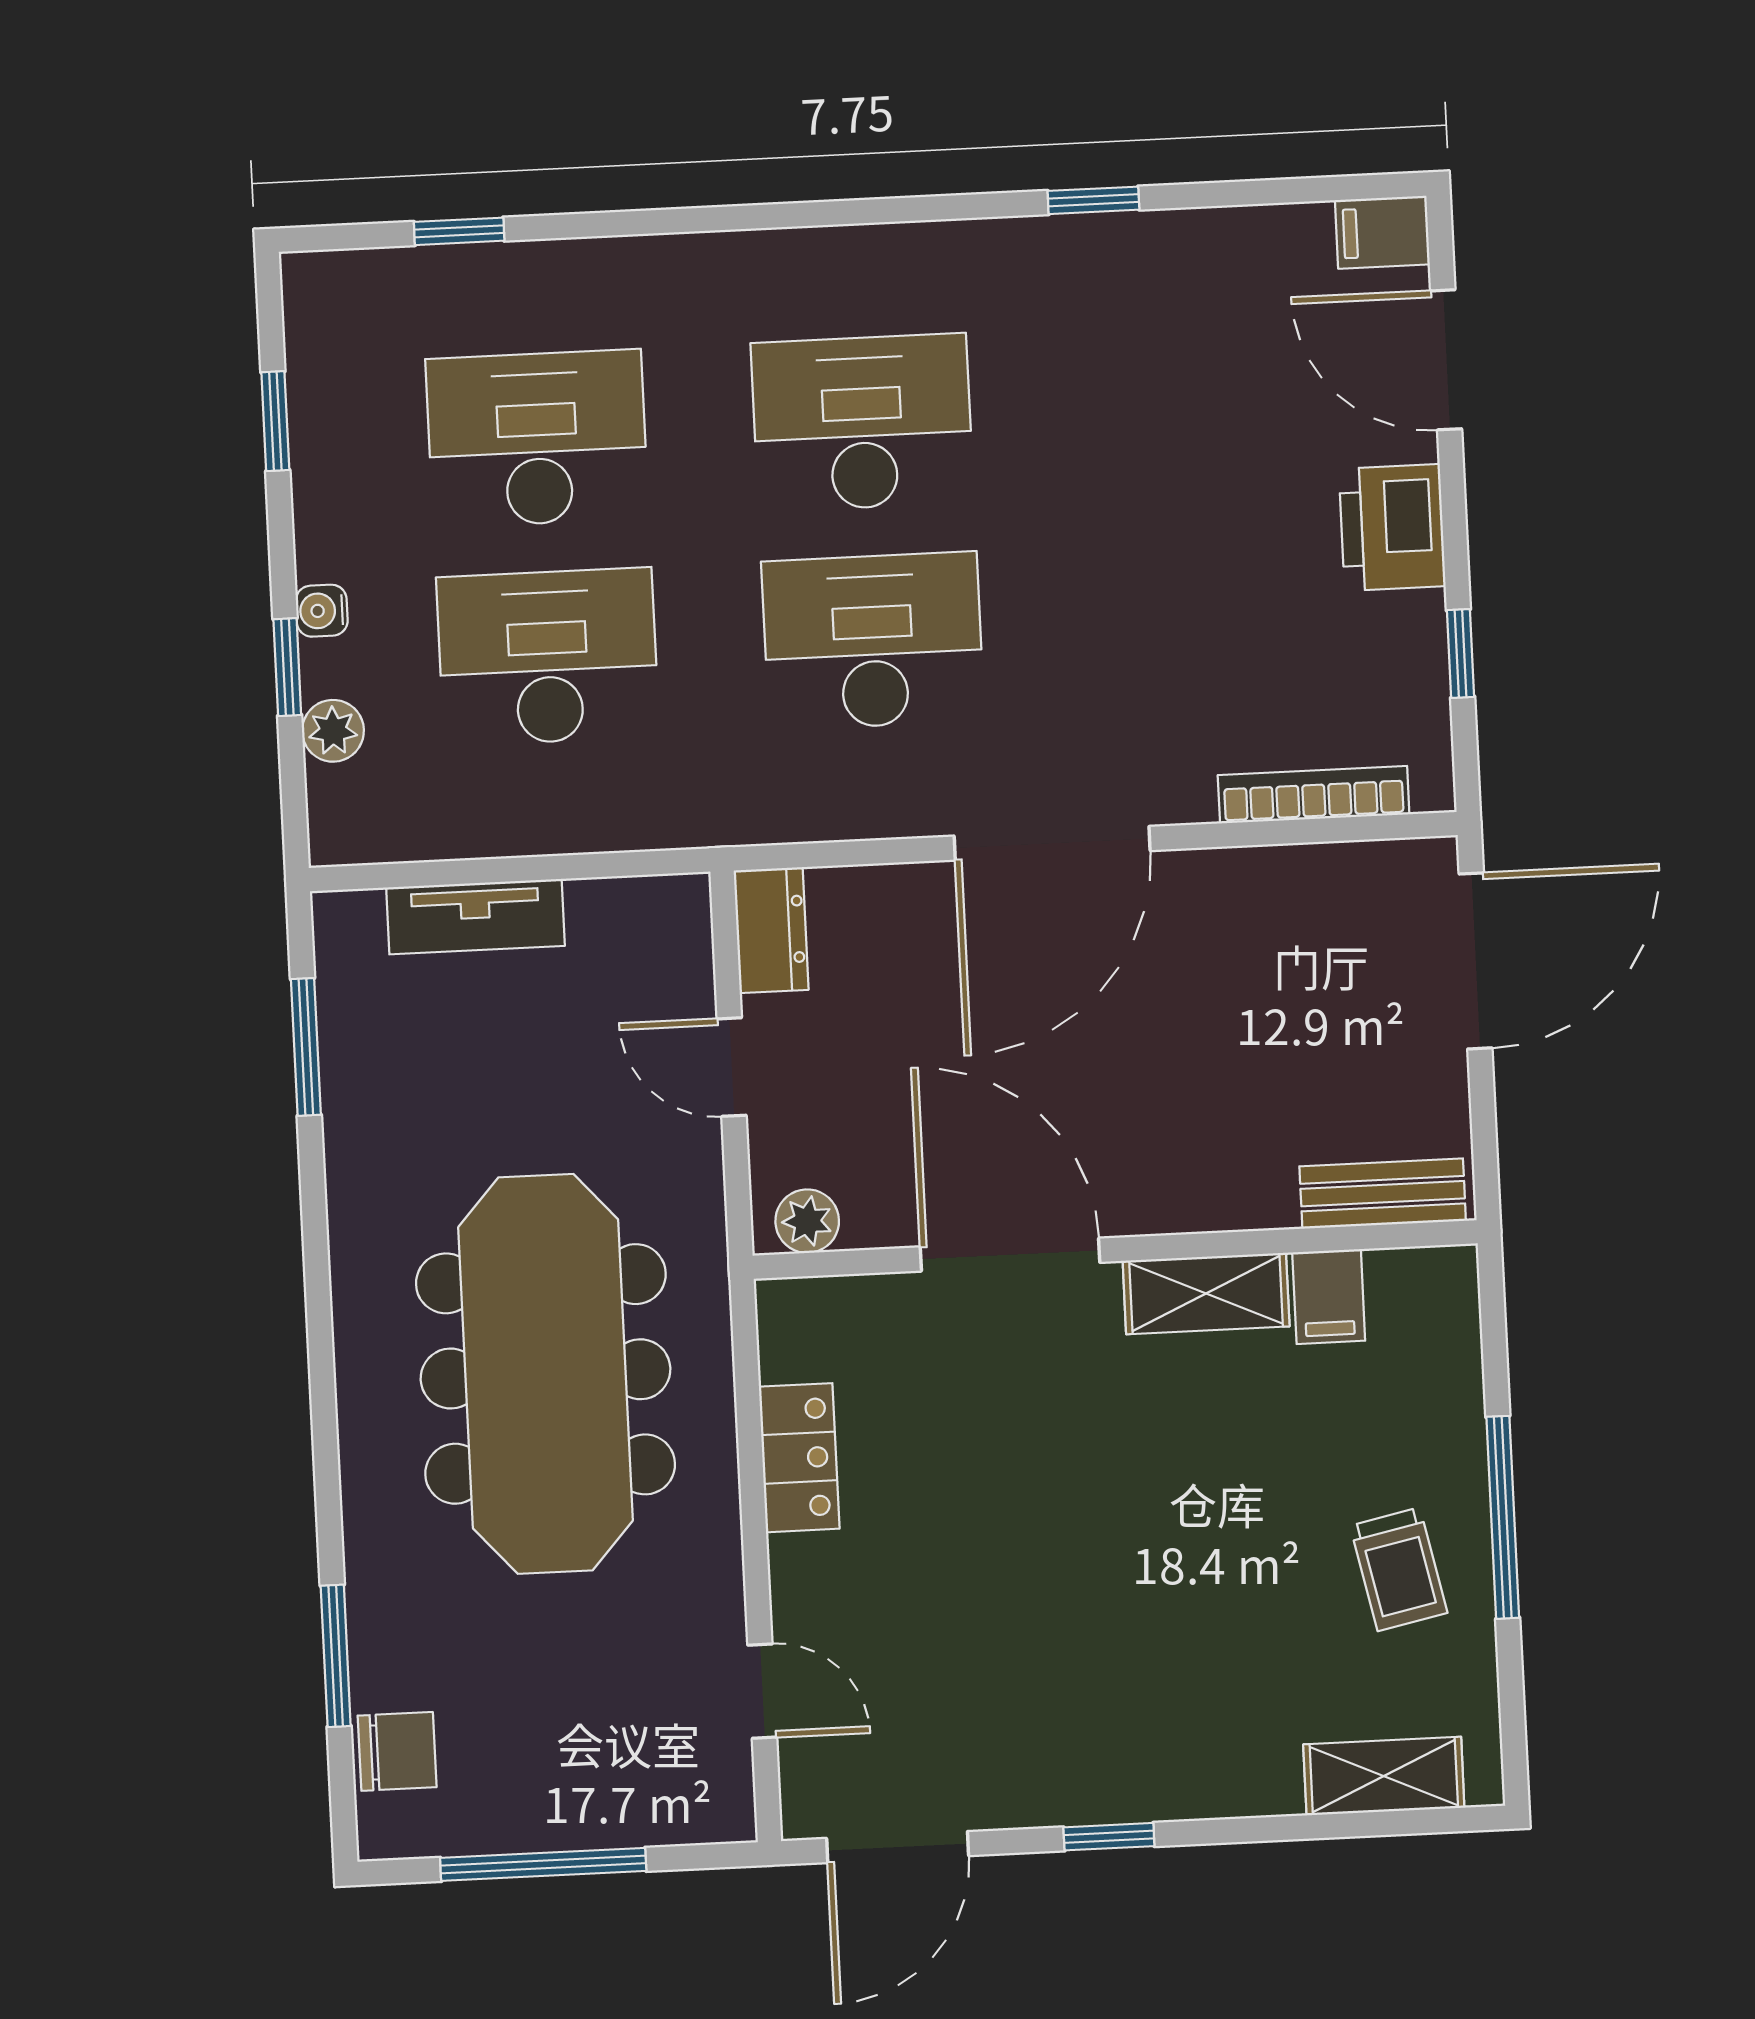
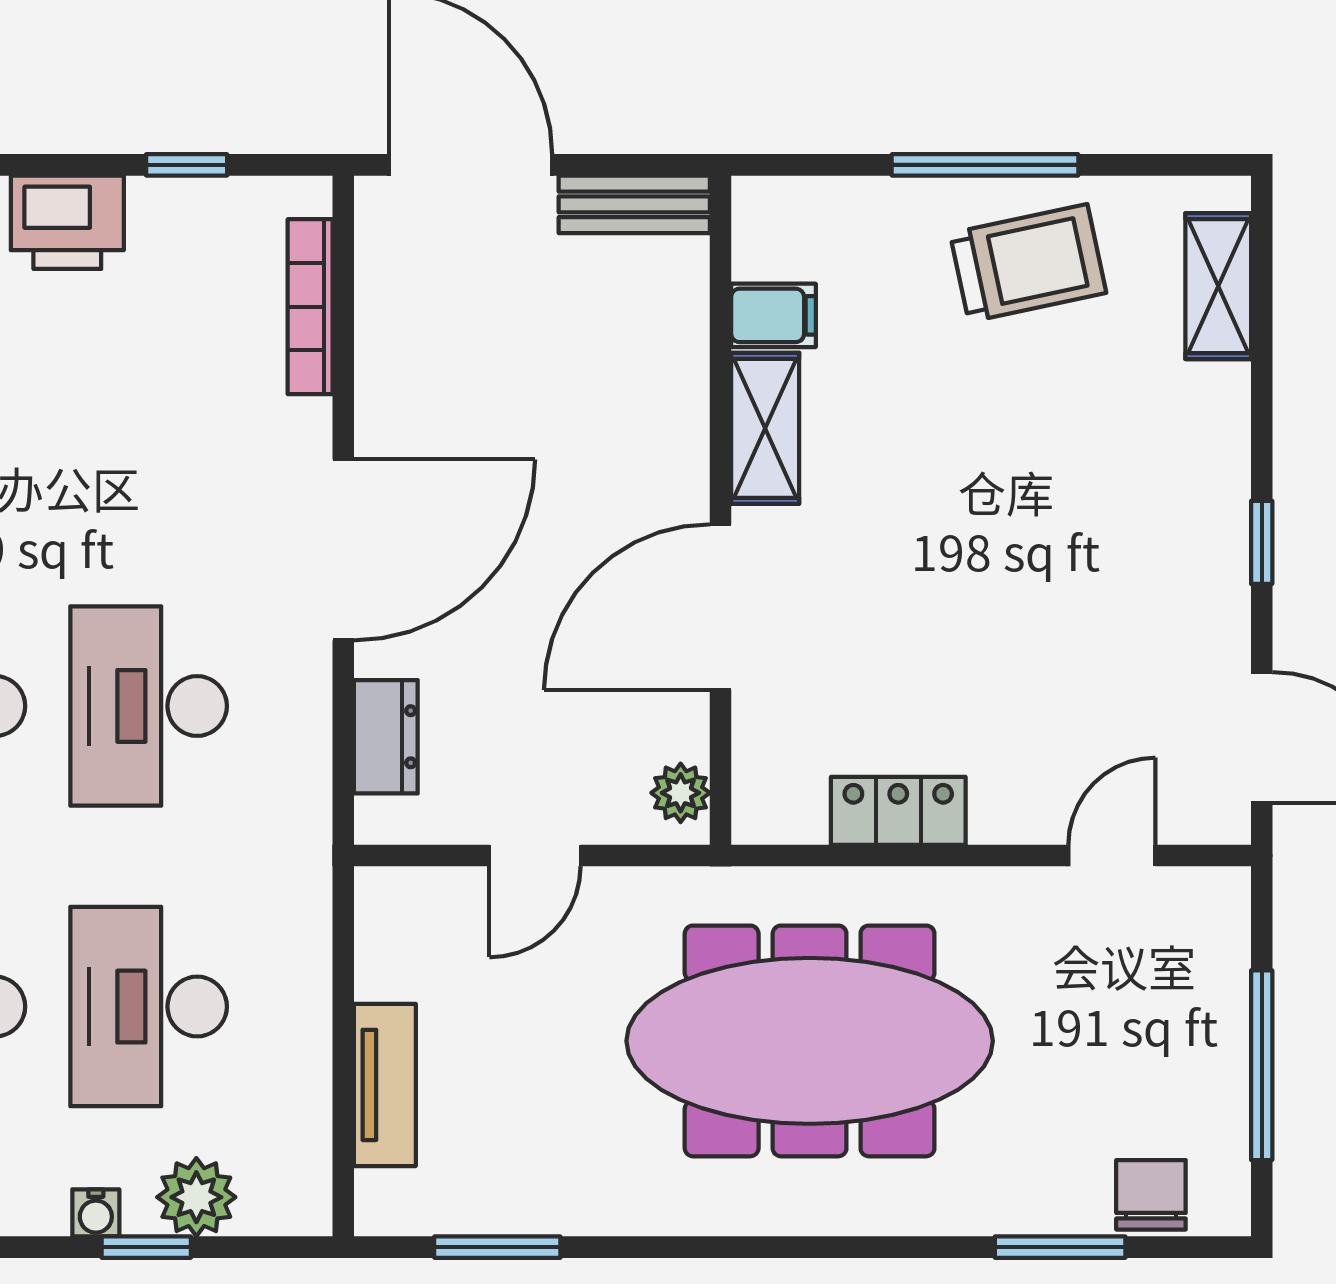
plant: (333, 731) -> (196, 1197), width x1.38, depth x1.38
door: (1052, 843) -> (343, 550), hinge flipped
dresser: (771, 930) -> (386, 737), moved, turned 90
bench: (1383, 1194) -> (634, 204), moved, turned 90
trolley: (1399, 1569) -> (1028, 263), width x1.36, depth x1.39

